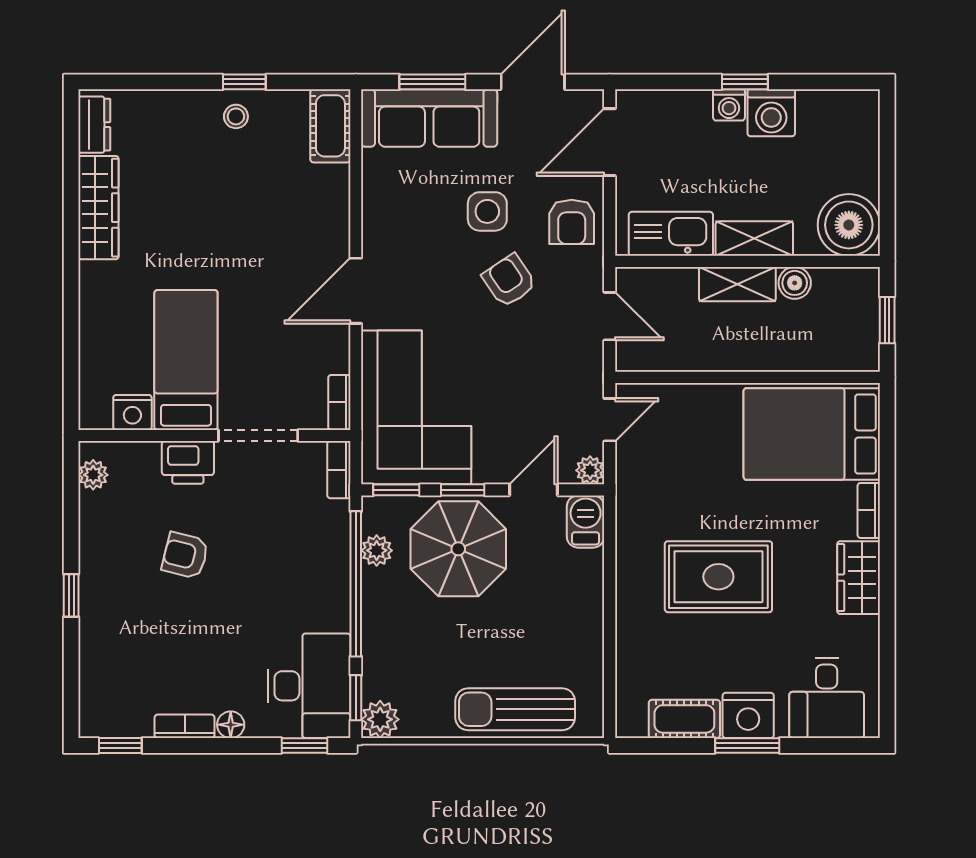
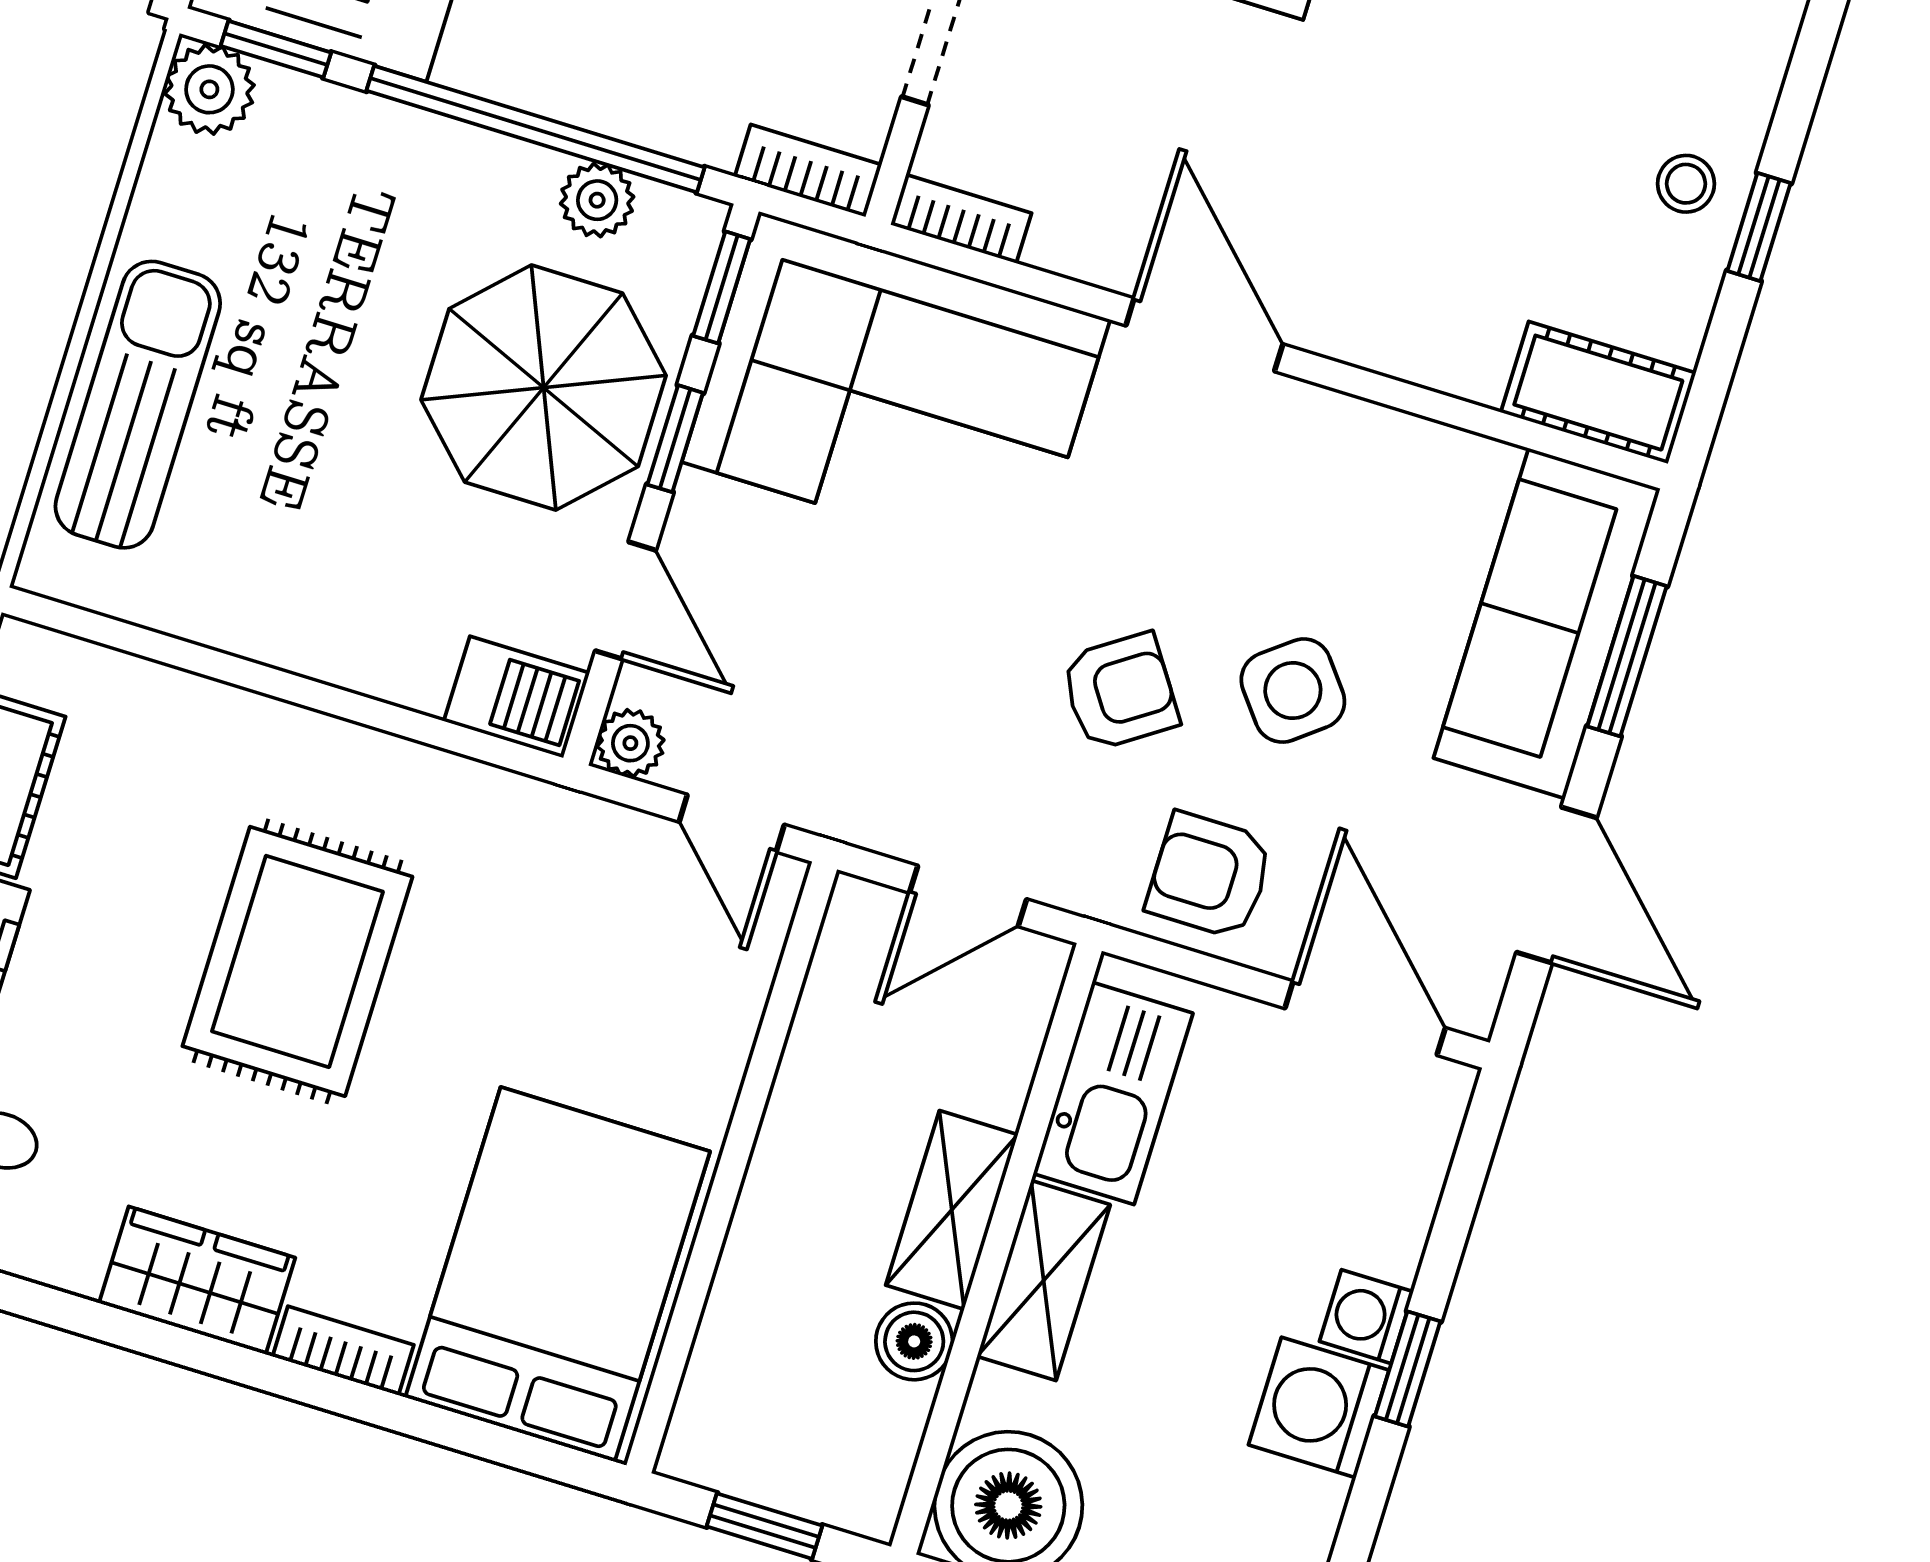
side table: (487, 211) -> (1293, 691), turned -38

